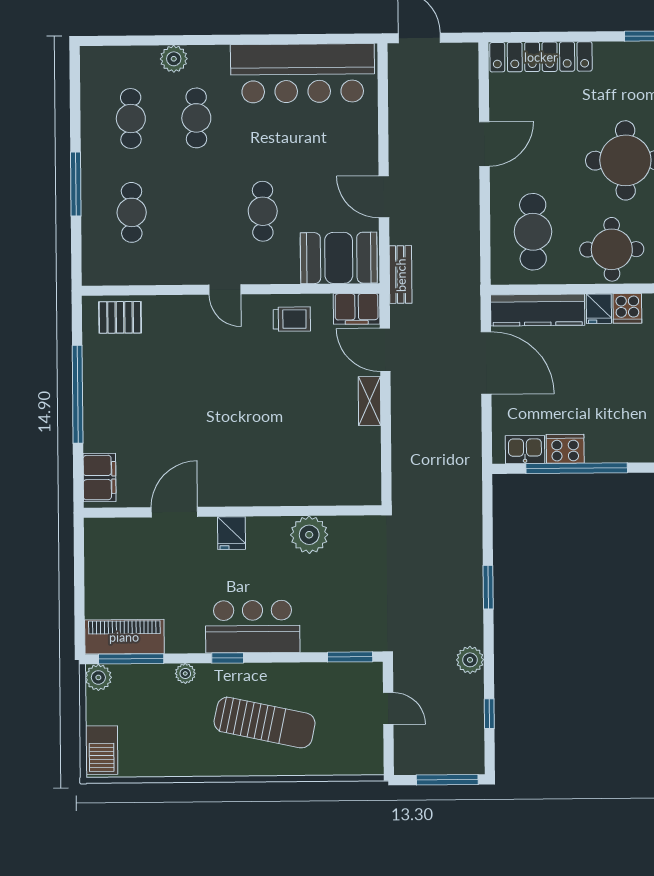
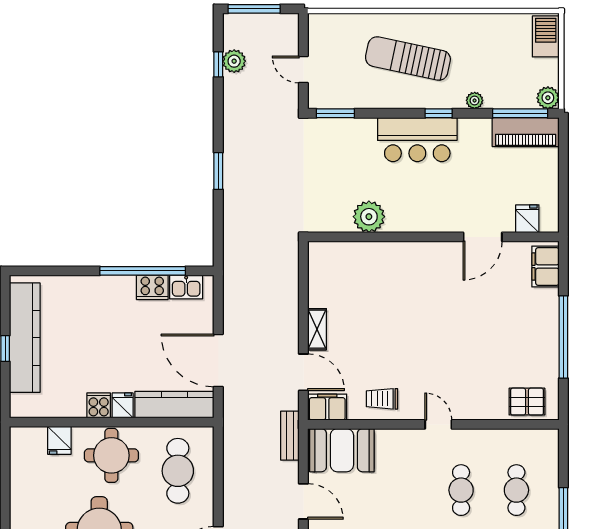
cafe table: (263, 211) -> (461, 490), moved
fridge: (232, 533) -> (527, 219), moved
plant: (470, 660) -> (234, 61), moved

